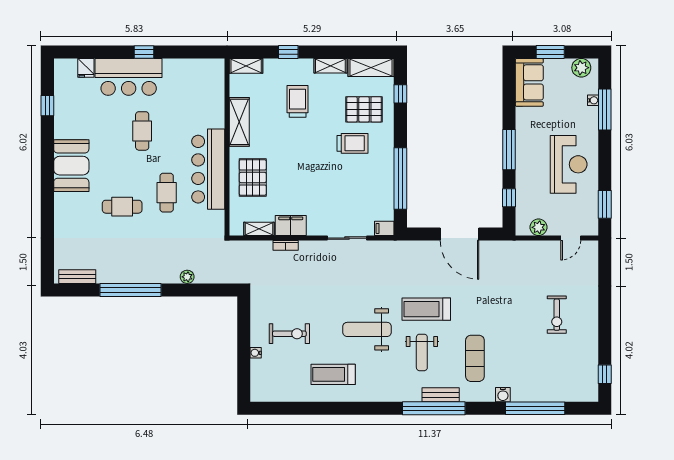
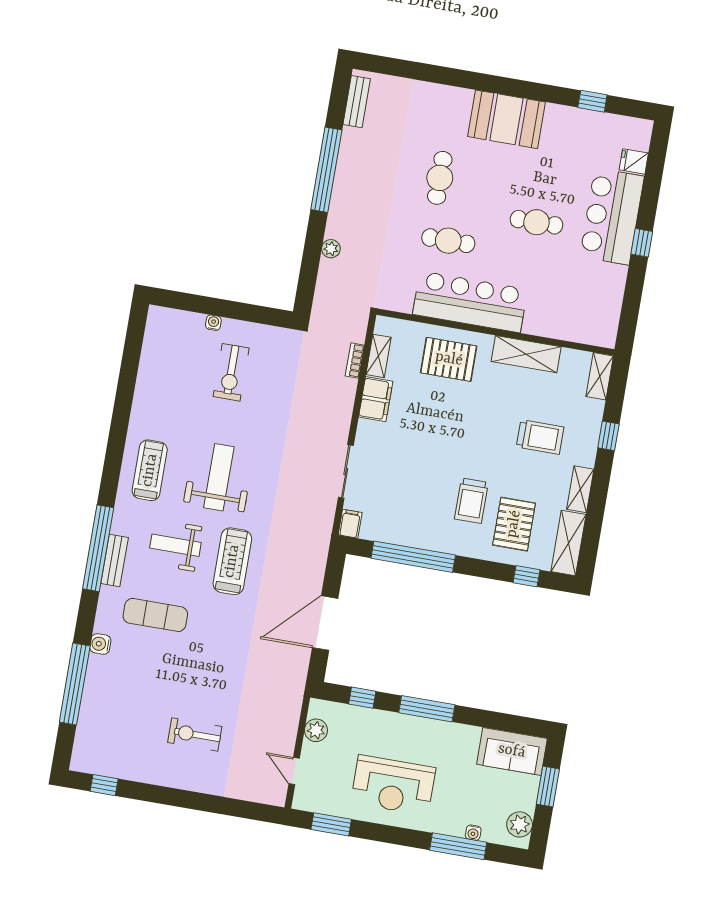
bookcase: (286, 245) -> (355, 361), moved
treadmill: (333, 374) -> (150, 470), moved

